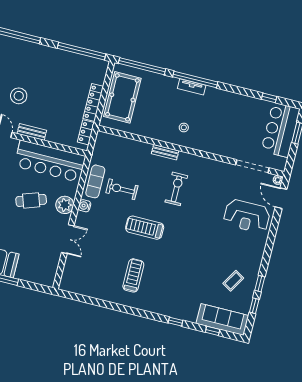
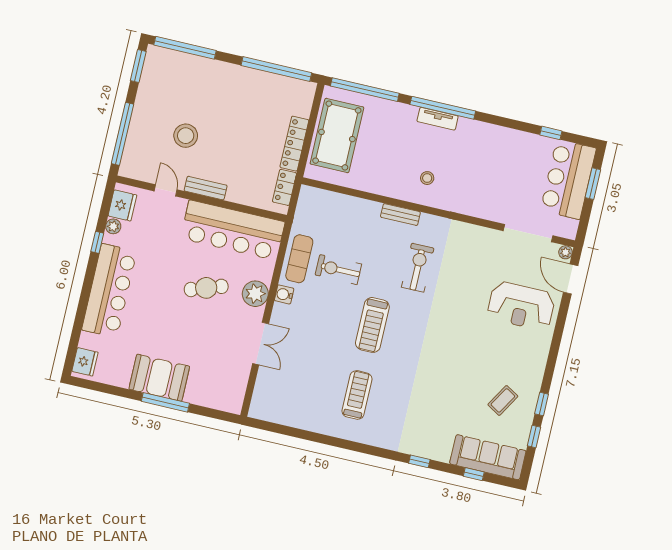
treadmill: (145, 228) -> (372, 325), turned -90

